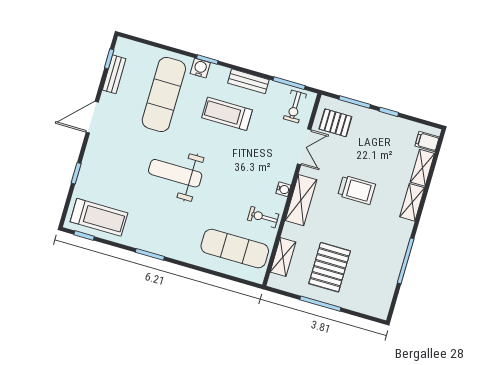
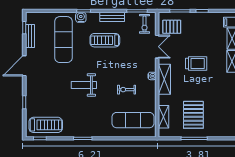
weight bench: (175, 173) -> (84, 85), width x0.73, depth x0.75
exercise bike: (263, 217) -> (127, 90), moved

